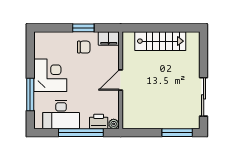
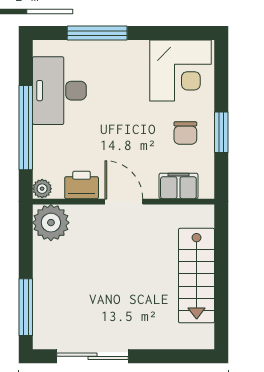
filing cabinet: (109, 38) -> (178, 186), moved, turned 90
corner desk: (50, 75) -> (180, 70), moved
plant: (132, 119) -> (51, 223), added
printer: (99, 122) -> (82, 185), moved, turned -90

